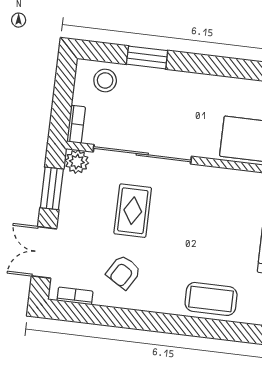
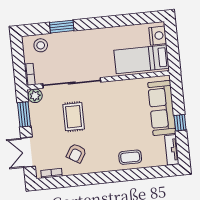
coffee table: (211, 299) -> (130, 157), width x0.73, depth x0.77

